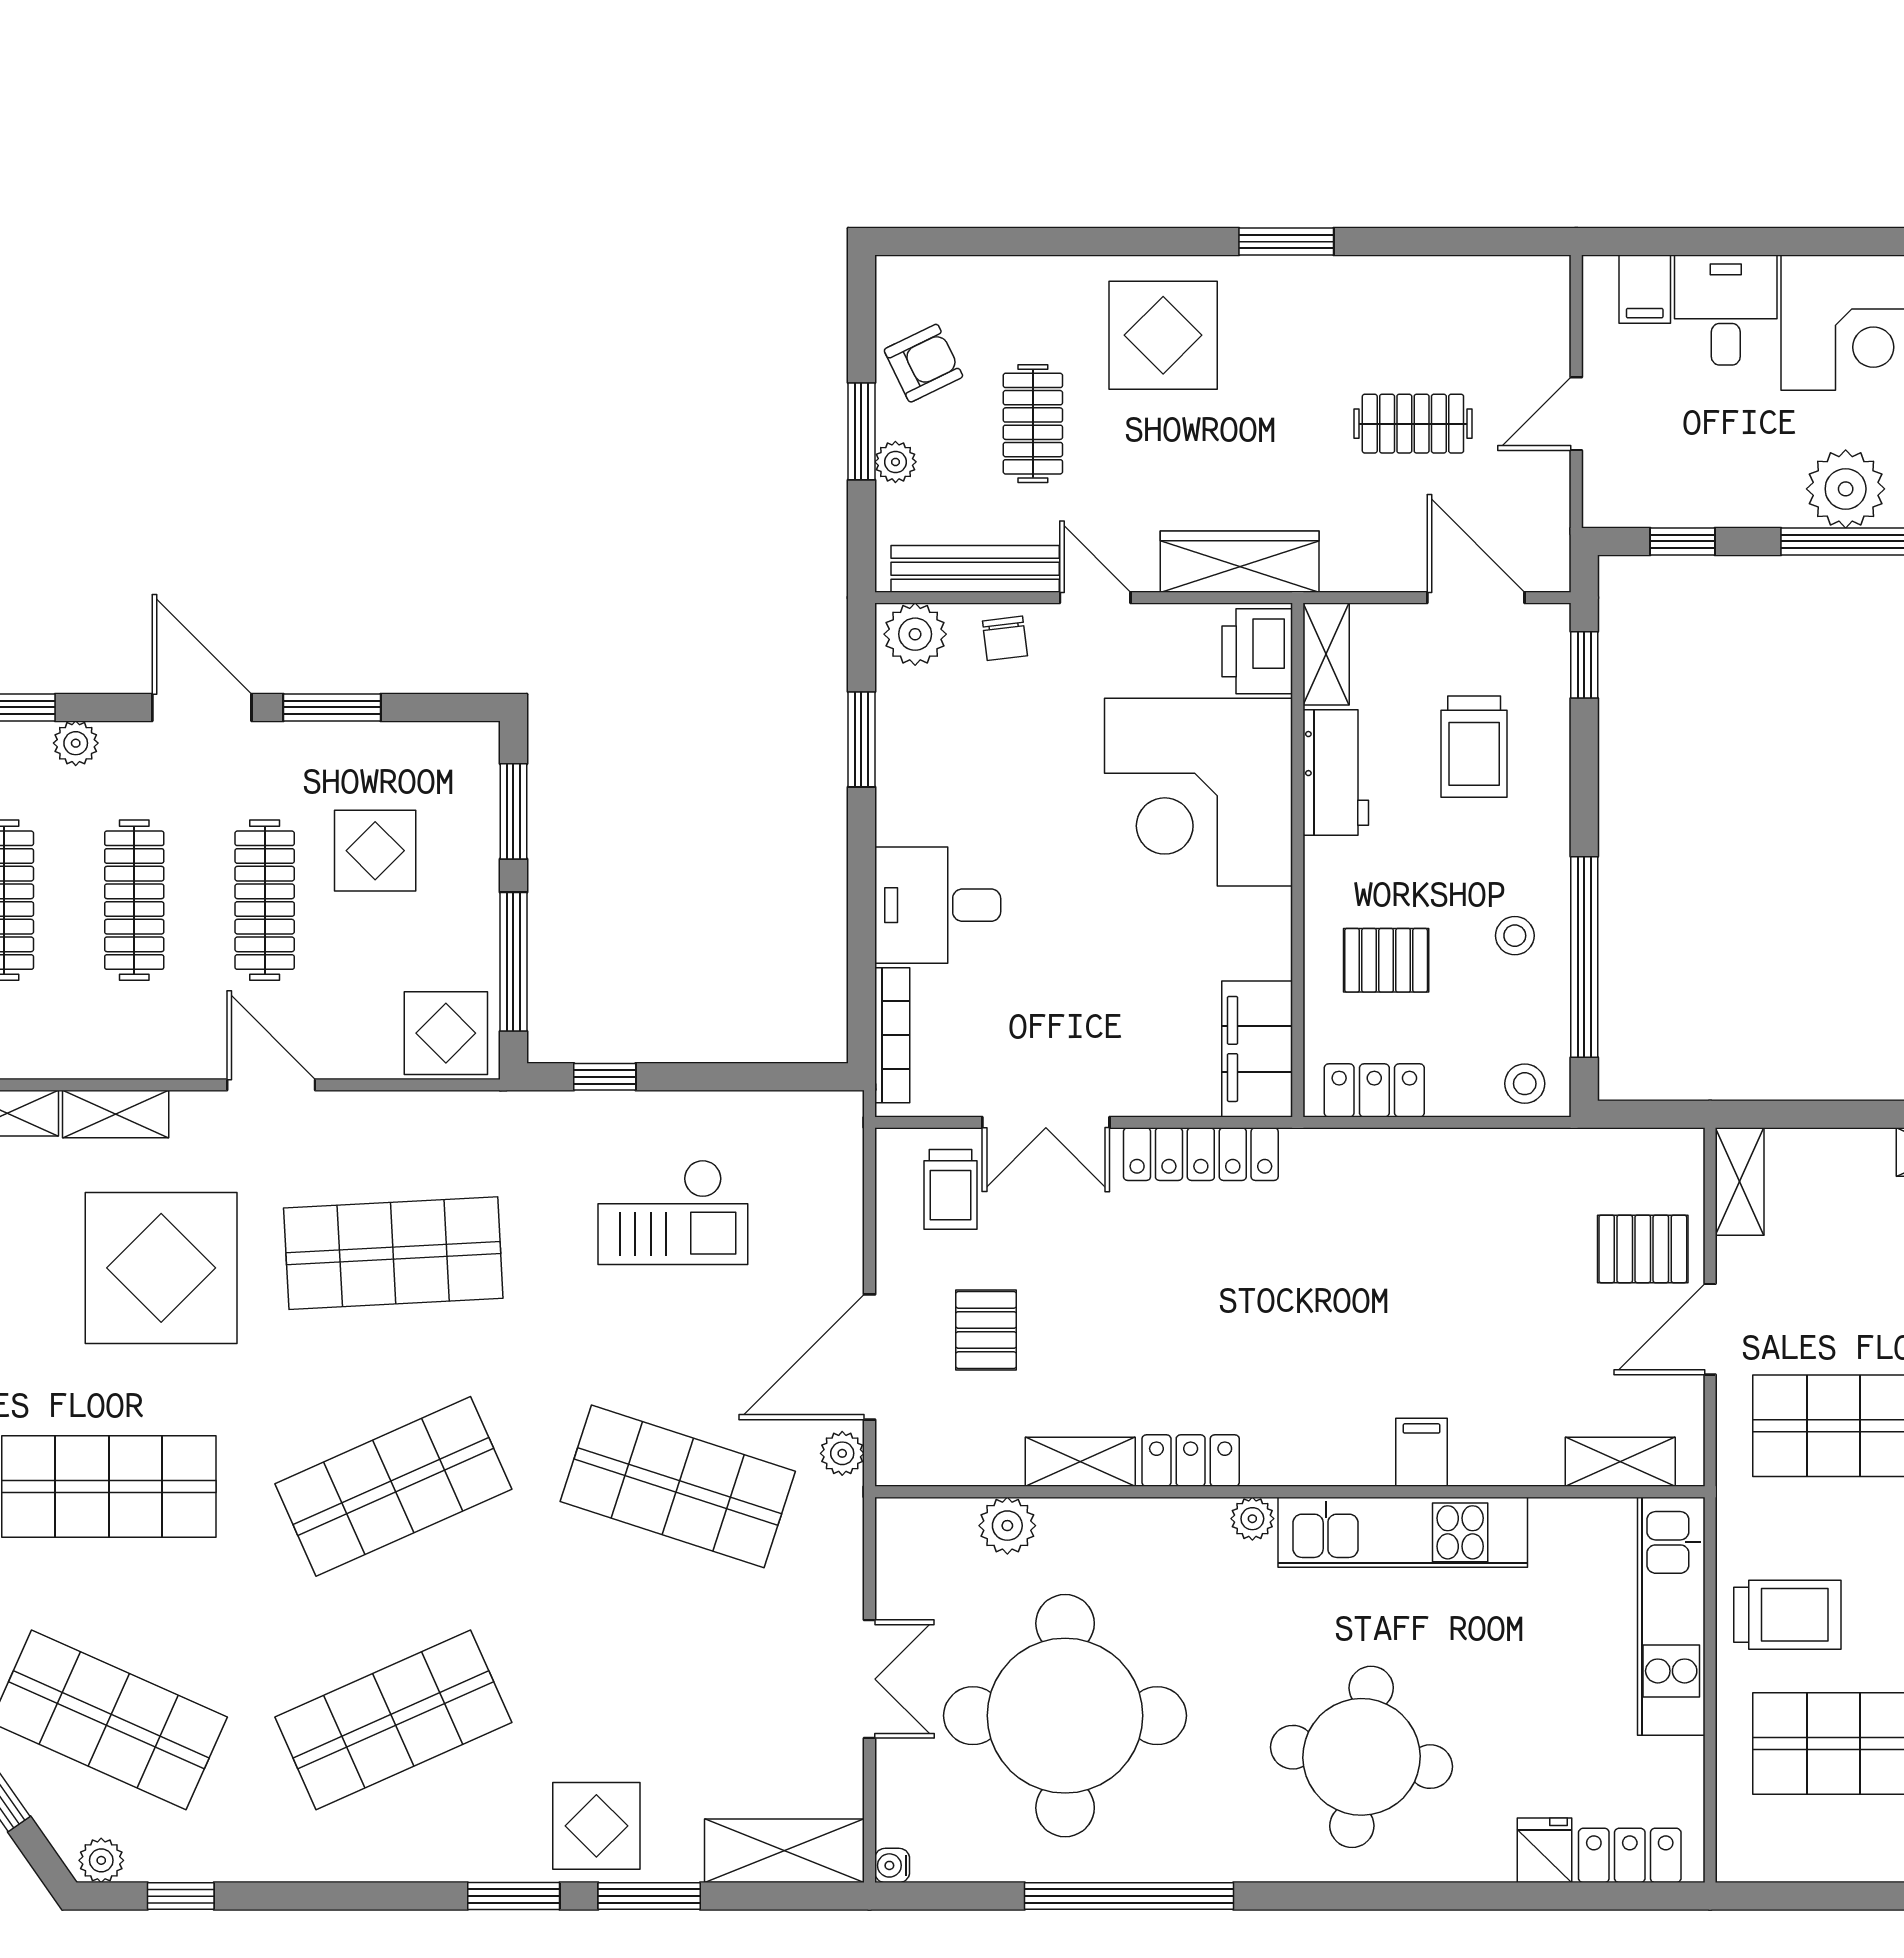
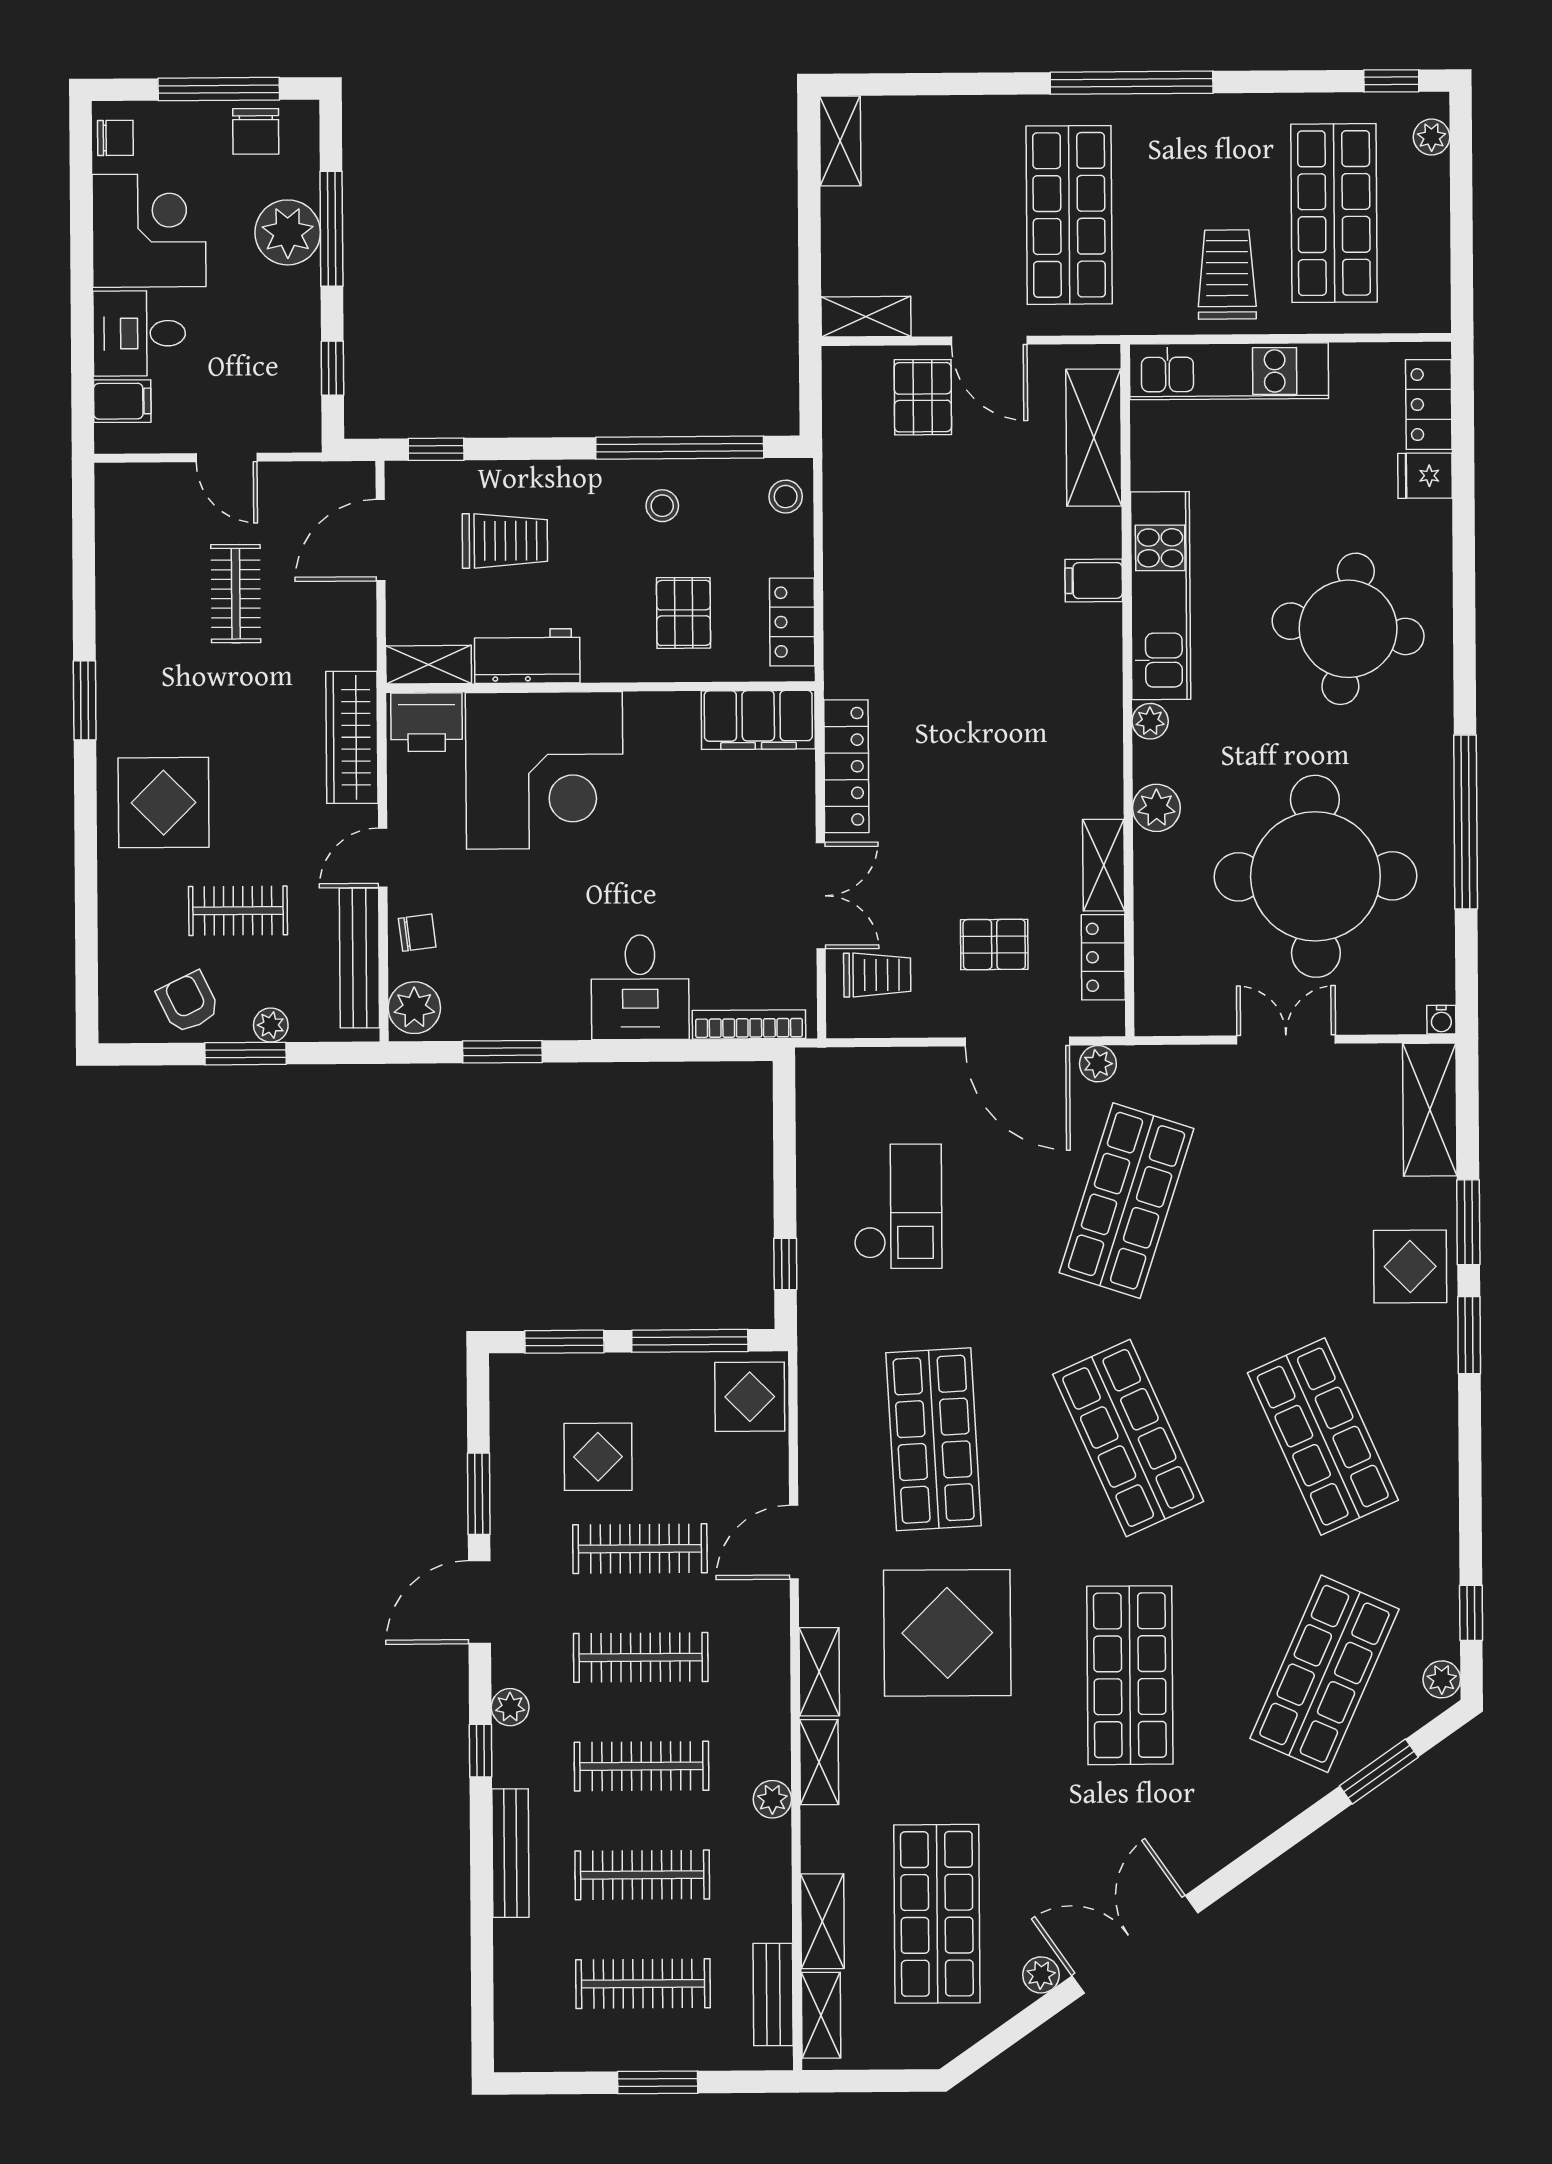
locker: (1191, 1461) -> (1103, 957), moved
shelving: (1620, 1462) -> (1094, 438), width x1.50, depth x1.33
plant: (1007, 1526) -> (1156, 808), moved

